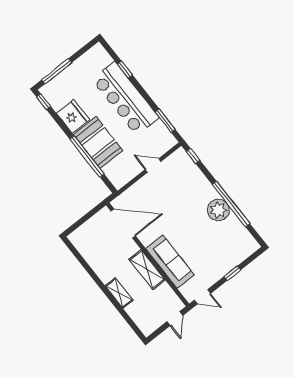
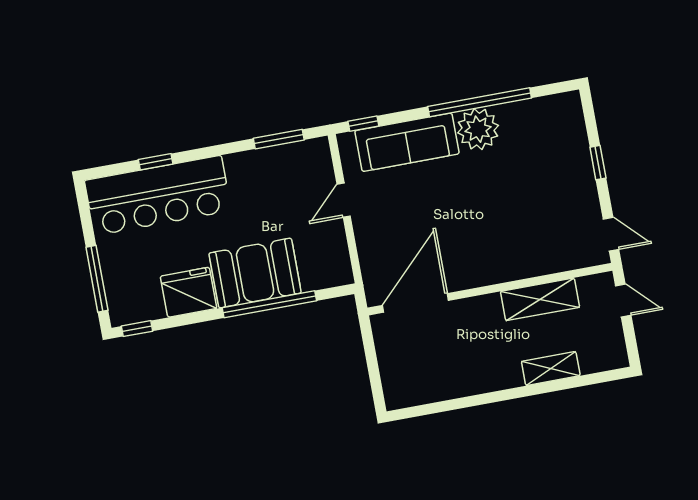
bar counter: (125, 99) -> (158, 196), moved
sofa: (170, 262) -> (407, 142), moved, turned 180
shelving: (147, 270) -> (540, 299), moved
shelving: (119, 293) -> (551, 369), moved
door: (202, 297) -> (611, 234), hinge flipped

